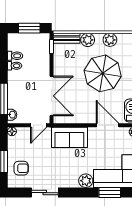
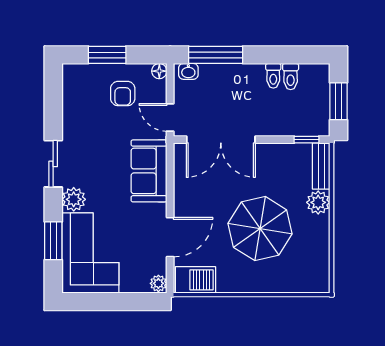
plant: (110, 40) -> (318, 241), removed
armchair: (21, 168) -> (123, 94), moved
sliding door: (45, 193) -> (53, 164), moved

